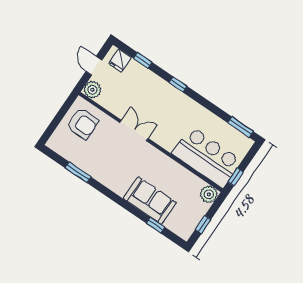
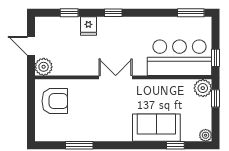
fridge: (120, 61) -> (88, 26), moved
double door: (134, 131) -> (116, 77), moved
window: (203, 225) -> (215, 98), moved
plant: (185, 234) -> (206, 135), added

